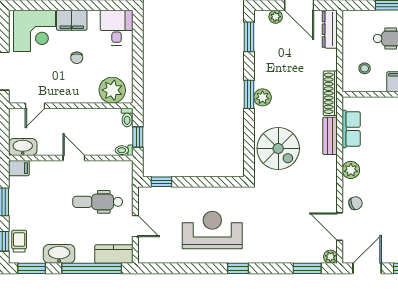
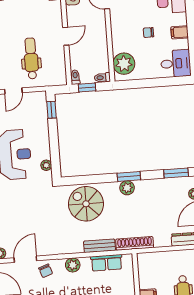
filing cabinet: (72, 20) -> (180, 32), width x0.50
stool: (365, 68) -> (157, 270), removed
spiral stairs: (278, 148) -> (86, 204), turned 90
plant: (228, 193) -> (46, 165), added

